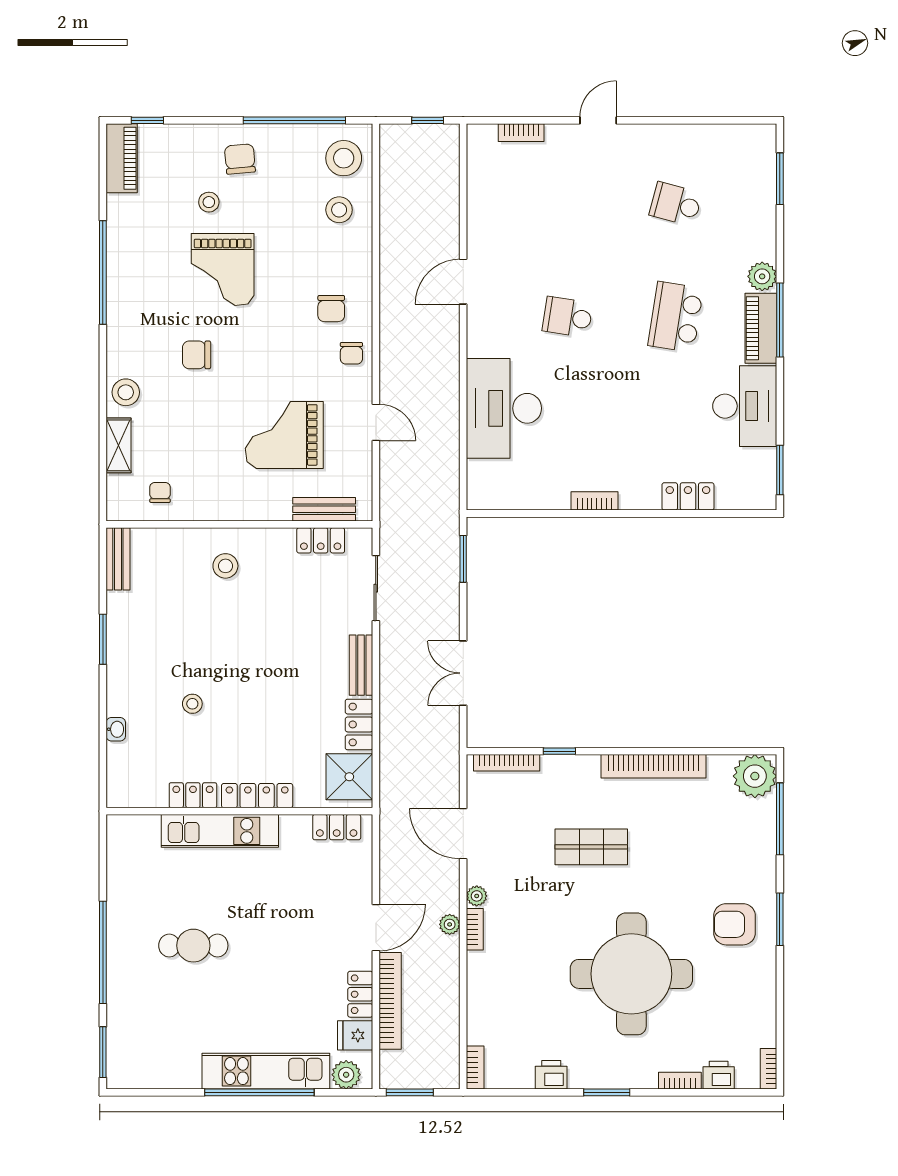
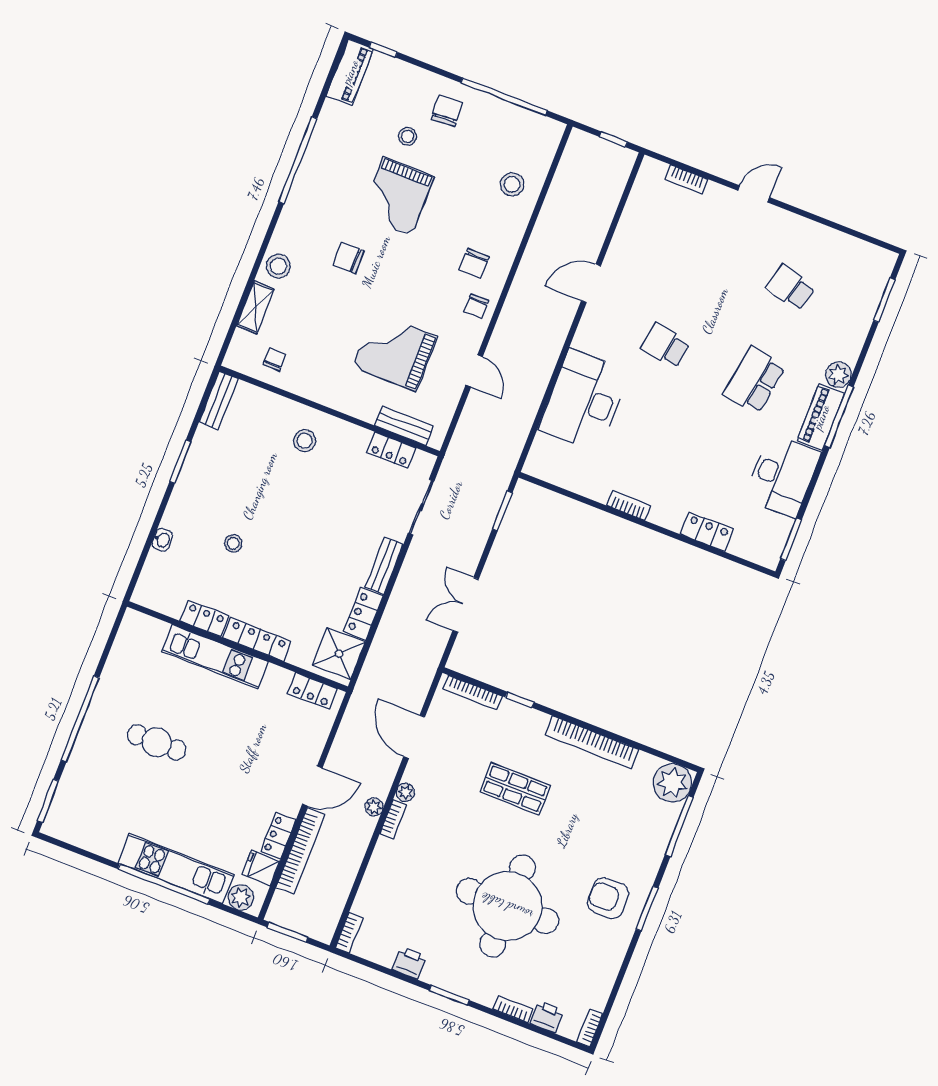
stool: (344, 158) -> (532, 143), removed

